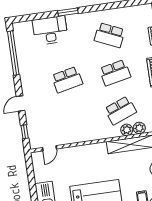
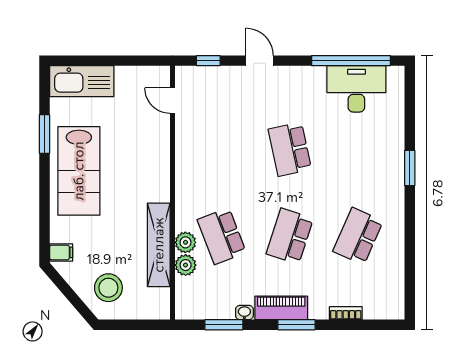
desk: (50, 30) -> (356, 89), moved, turned -90
school desk: (115, 73) -> (290, 236), turned 30

